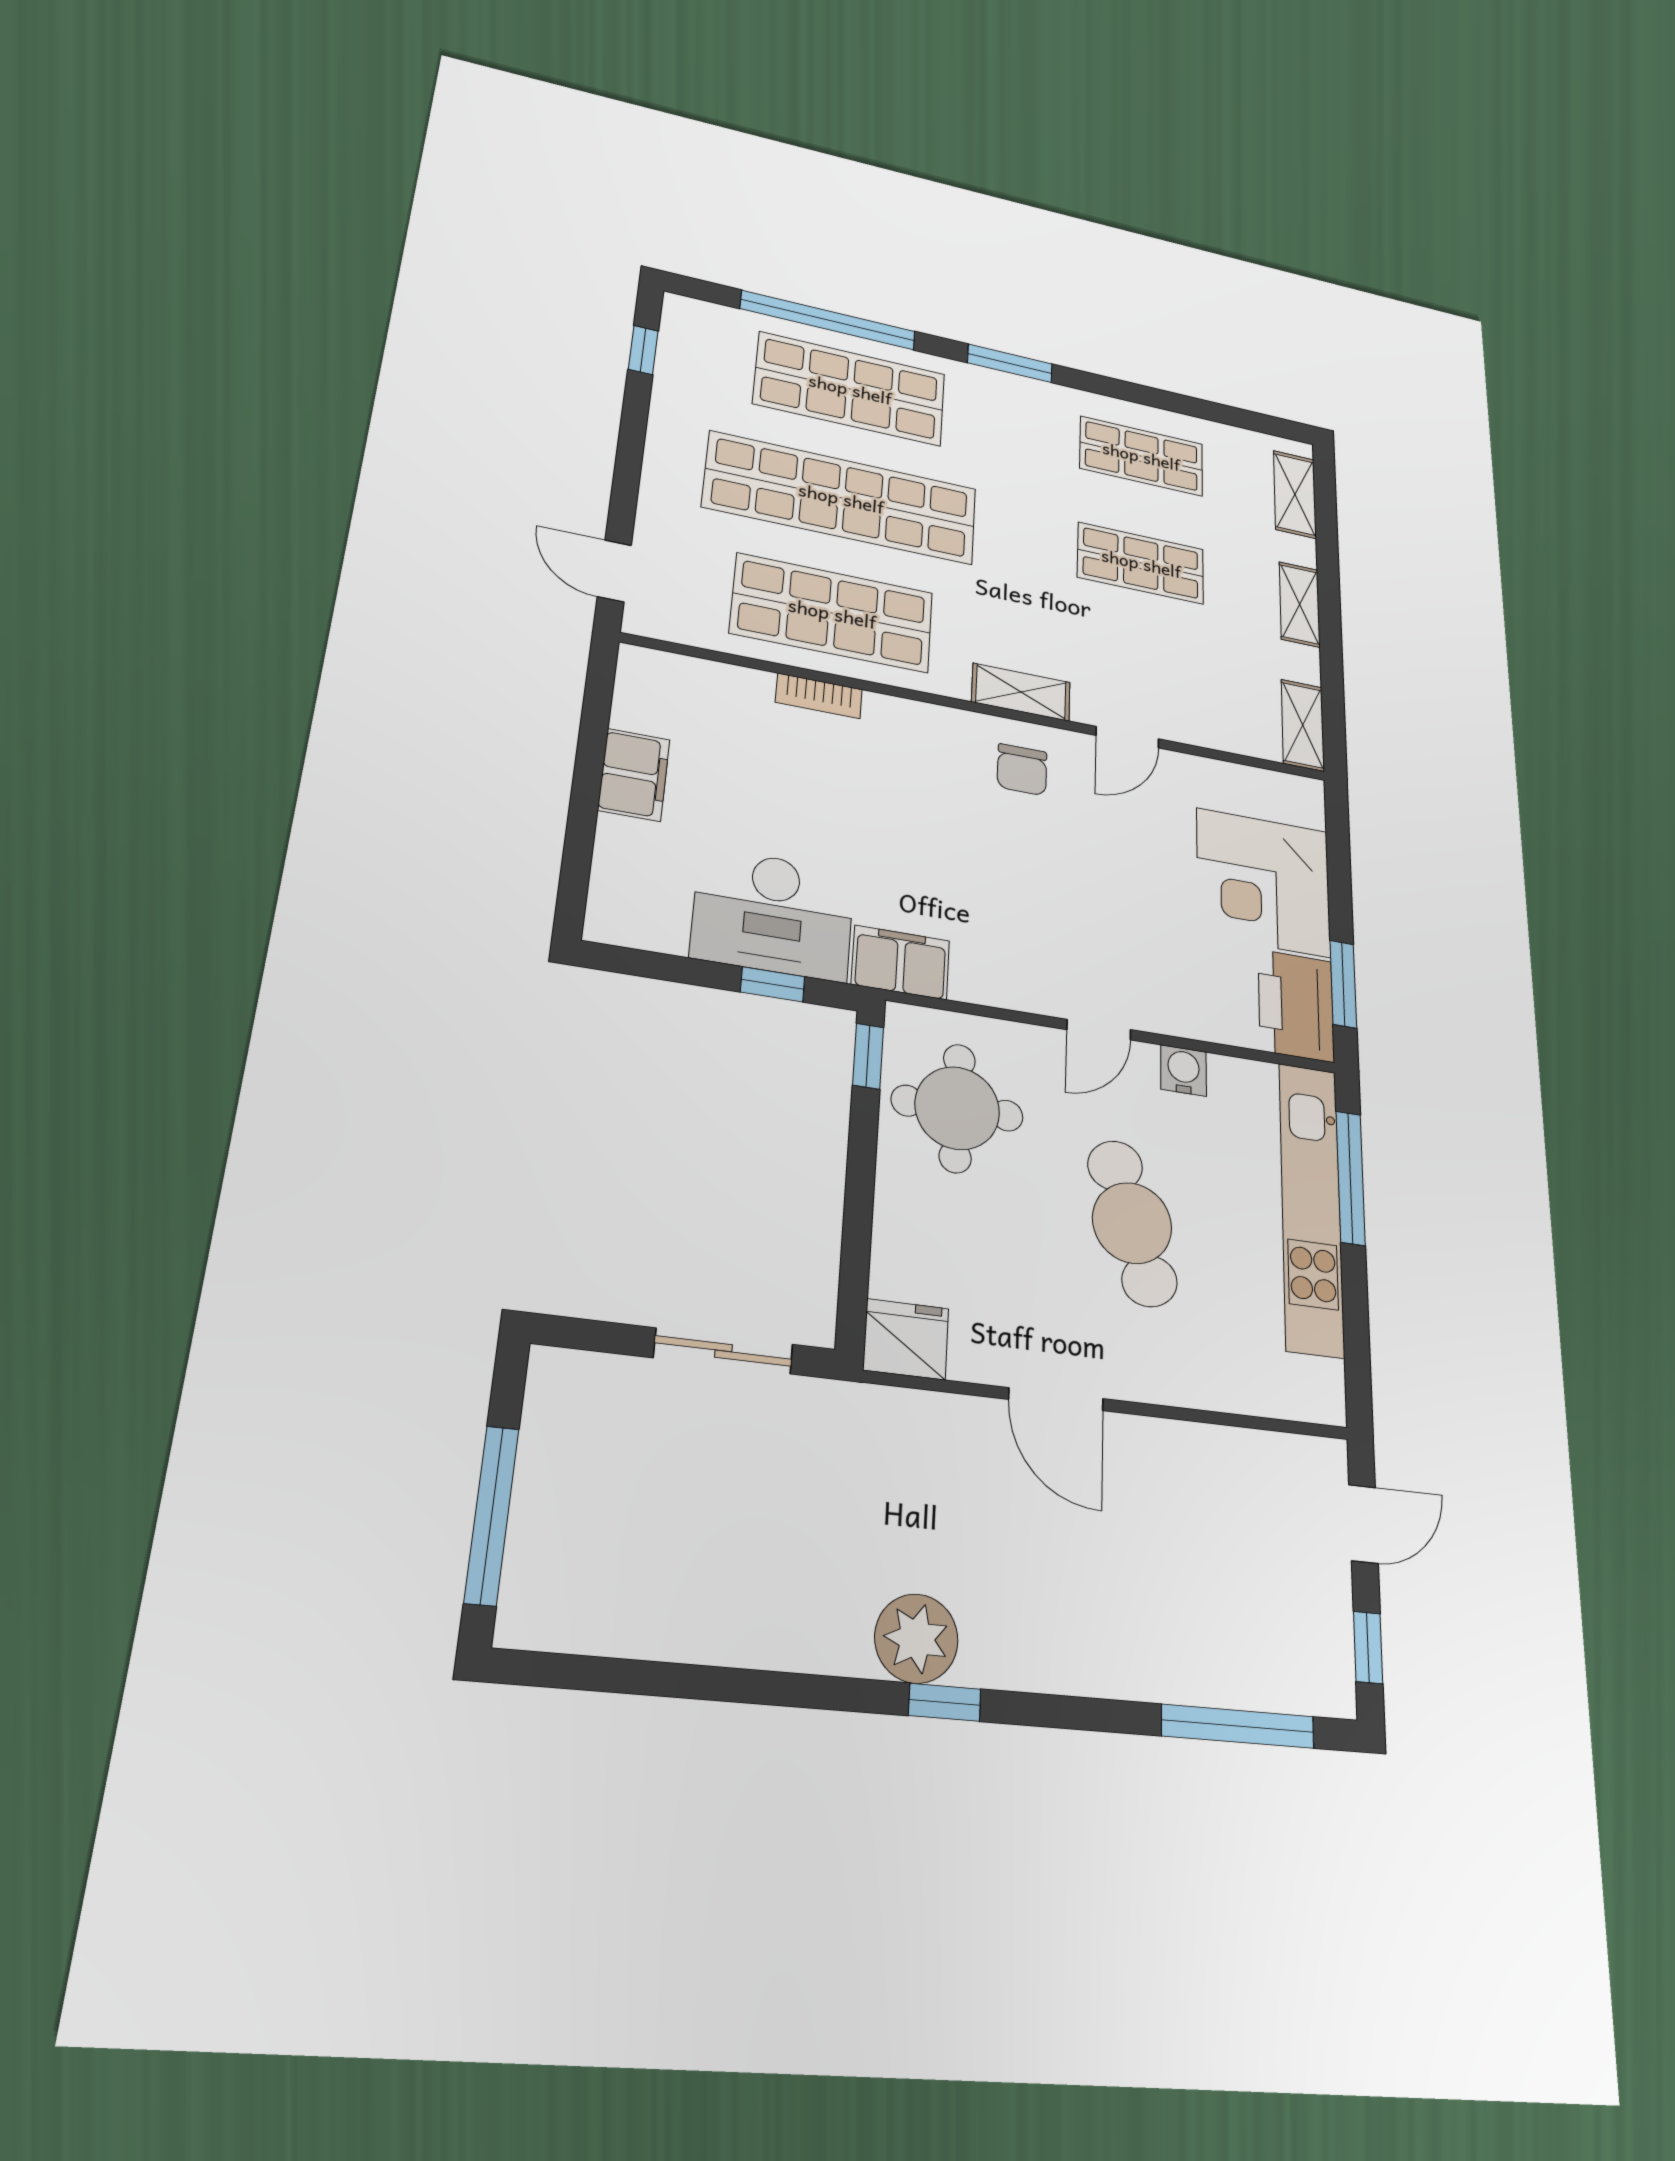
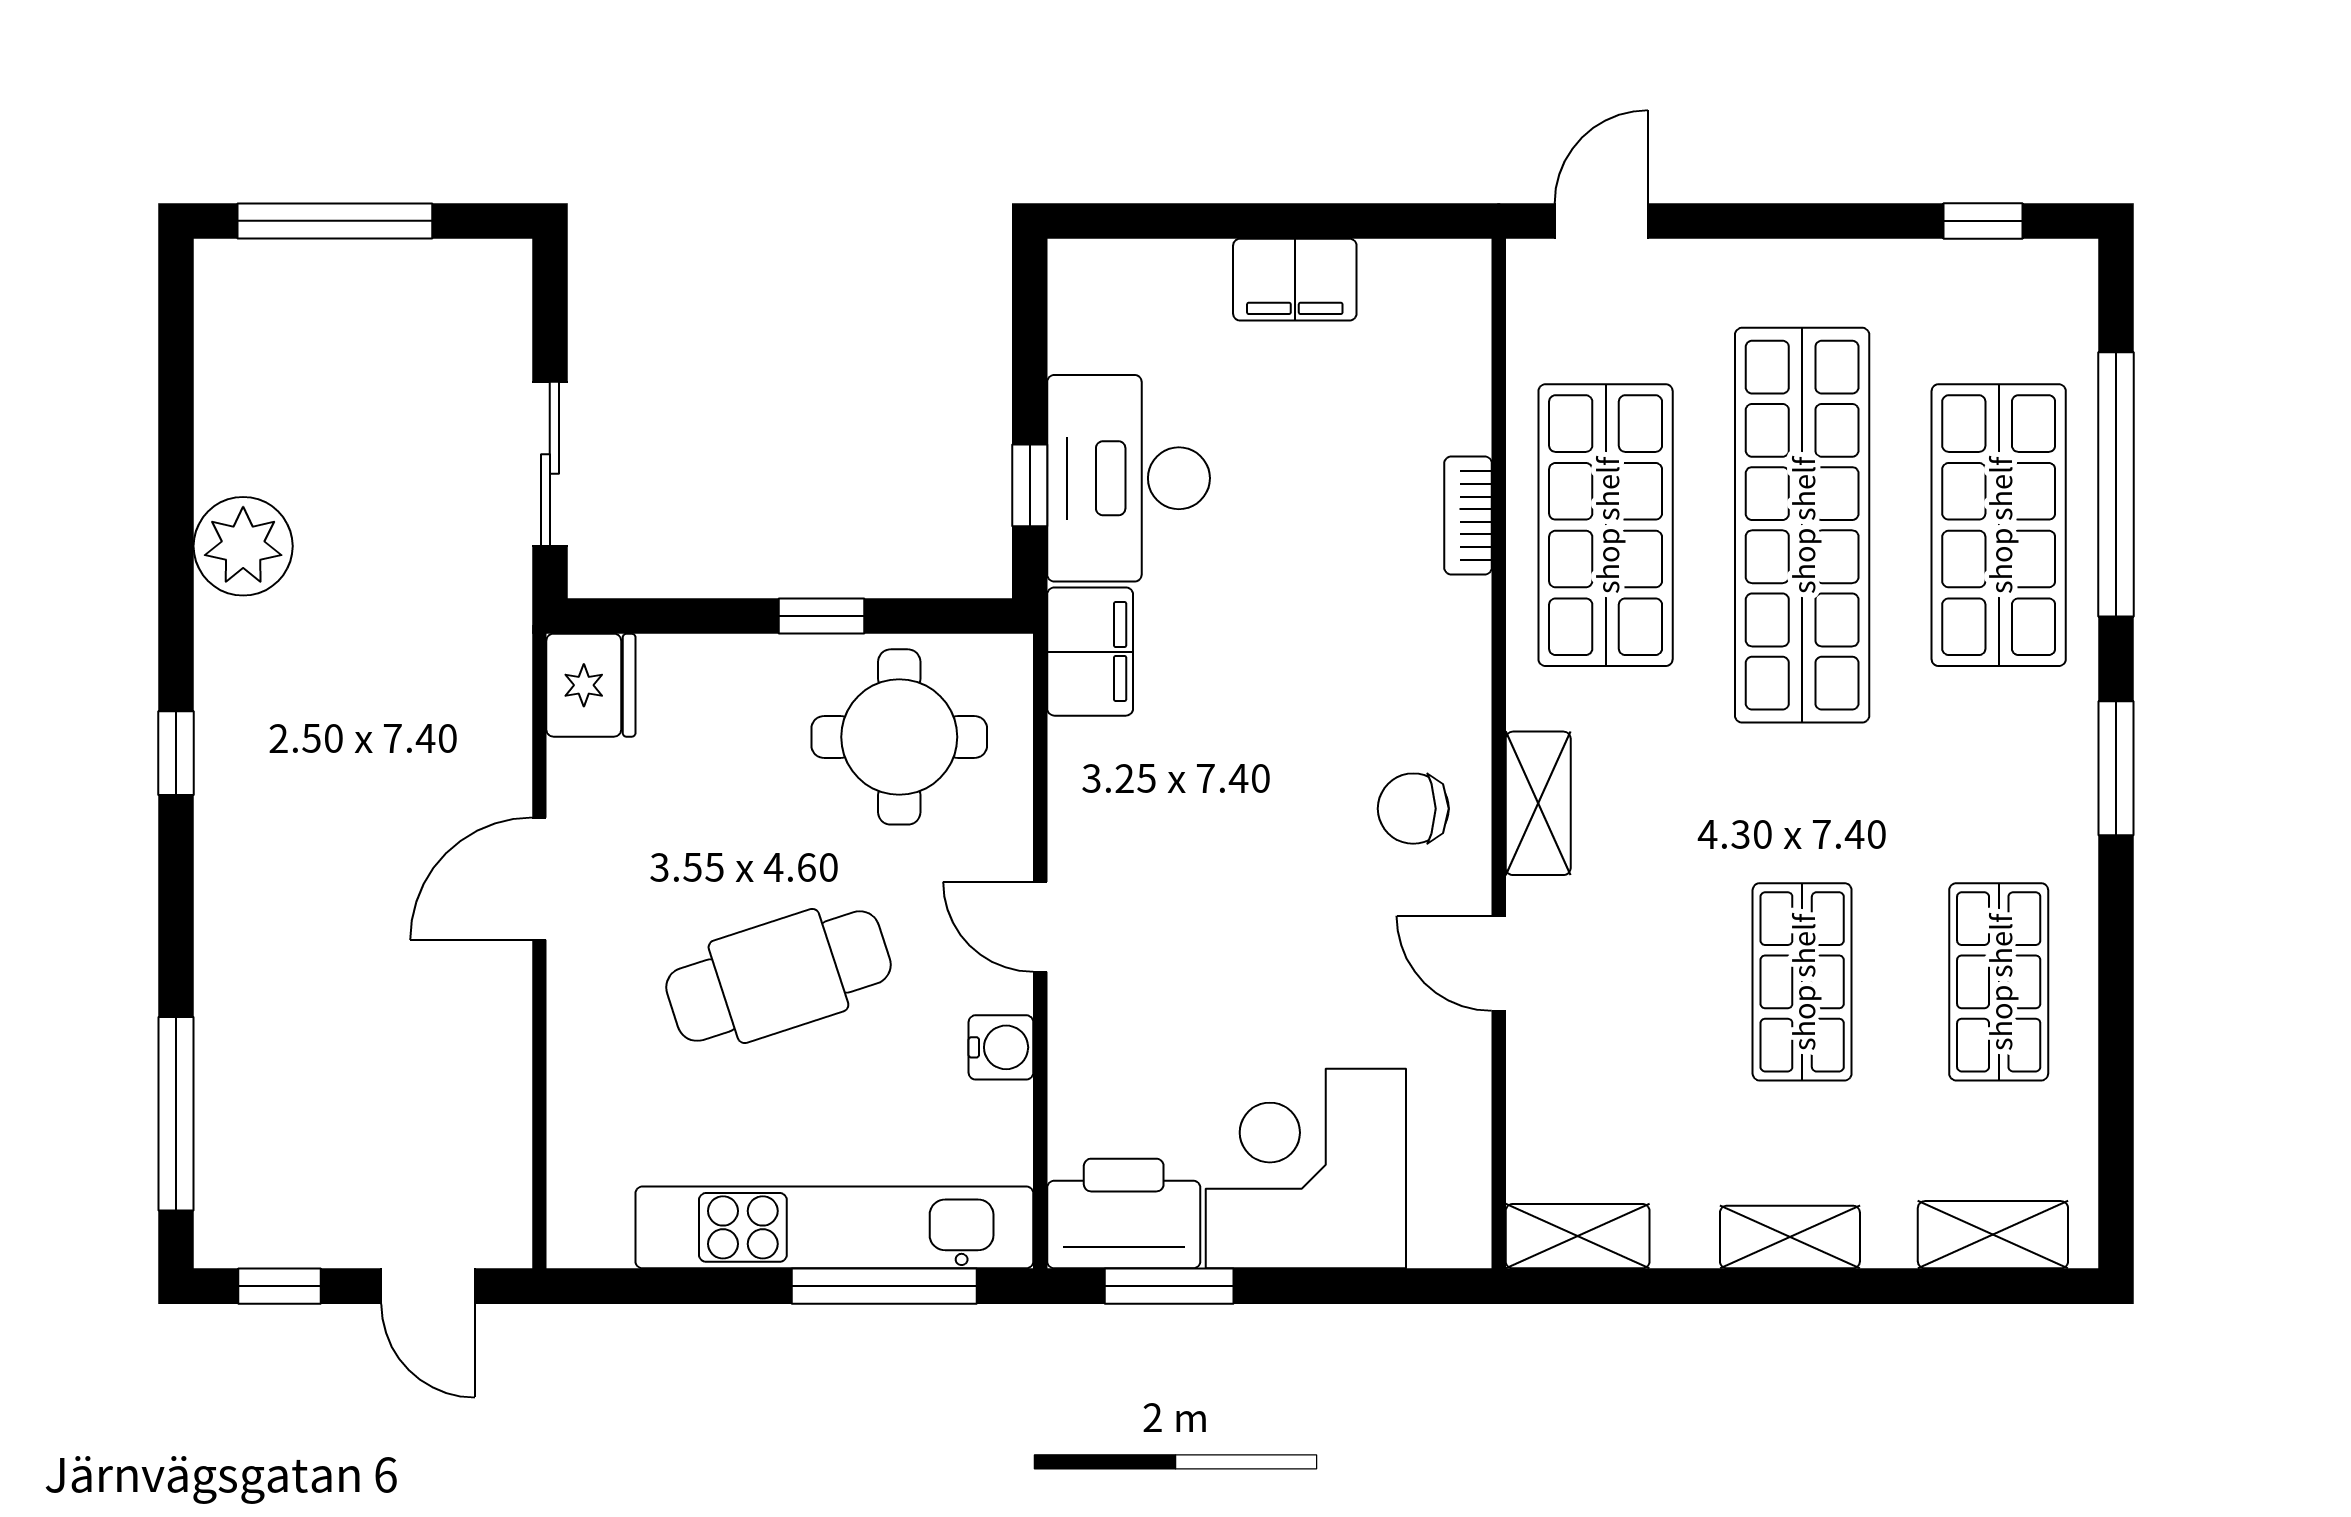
window: (868, 1056) -> (822, 616), moved
plant: (916, 1639) -> (243, 546), moved

